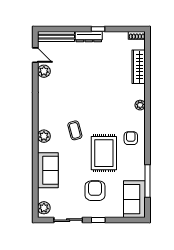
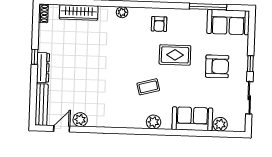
armchair: (131, 138) -> (159, 24), turned -90
rug: (104, 153) -> (175, 55), width x0.73, depth x0.70
armchair: (95, 191) -> (217, 66), turned 180
plant: (44, 208) -> (220, 124), moved

